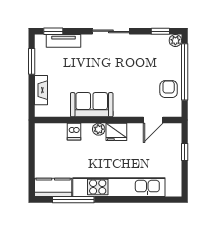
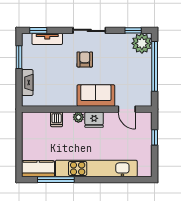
plant: (175, 40) -> (142, 43), width x1.87, depth x1.87
armchair: (169, 89) -> (85, 59), moved
sofa: (92, 105) -> (96, 95), moved
door: (153, 120) -> (127, 109), hinge flipped

